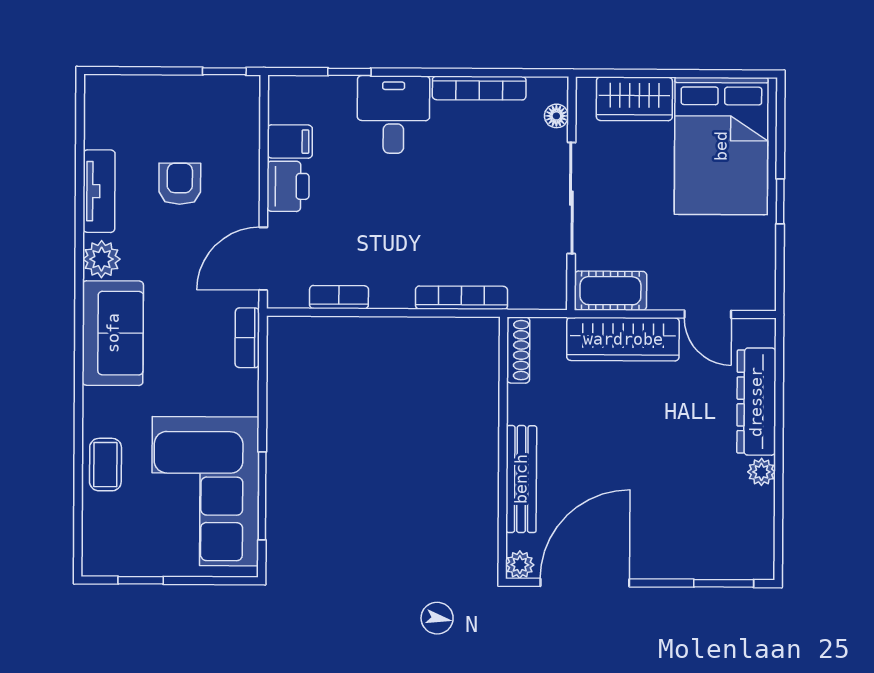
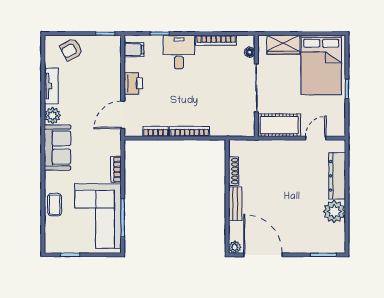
filing cabinet: (290, 142) -> (134, 50), moved
armchair: (180, 184) -> (71, 50), moved, turned -118
cot: (610, 291) -> (279, 125), width x1.37, depth x1.34
bookcase: (461, 298) -> (190, 131), moved
door: (708, 314) -> (316, 138), swing flipped
bookcase: (247, 338) -> (116, 169), moved
wardrobe: (623, 339) -> (279, 149), removed
shoe rack: (518, 350) -> (234, 171), moved
plant: (761, 472) -> (334, 212), width x1.87, depth x1.87
bench: (521, 479) -> (235, 204), width x0.73
door: (585, 583) -> (263, 255), hinge flipped

